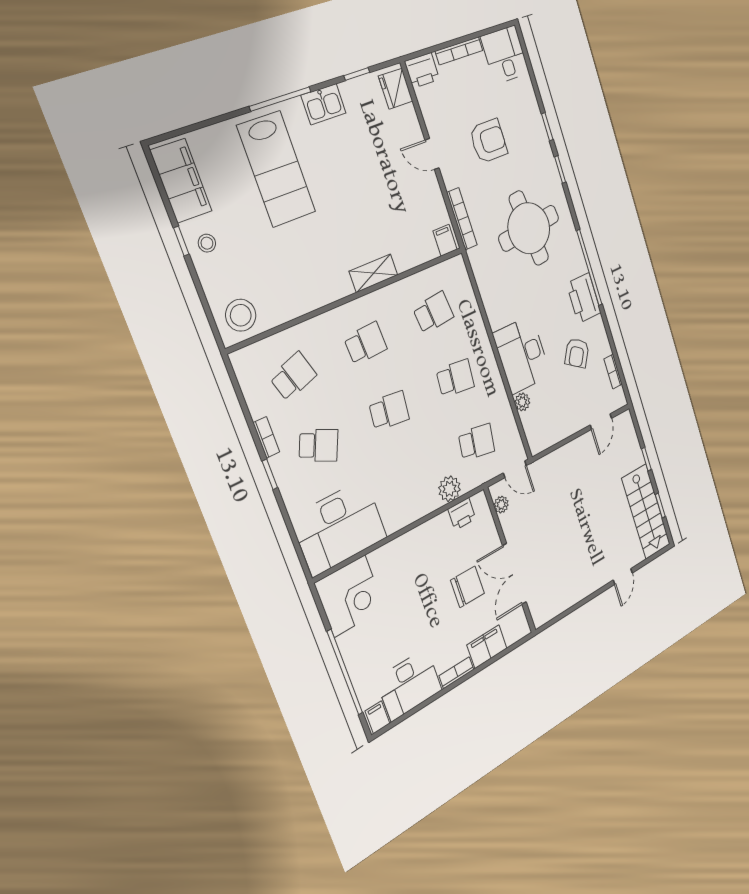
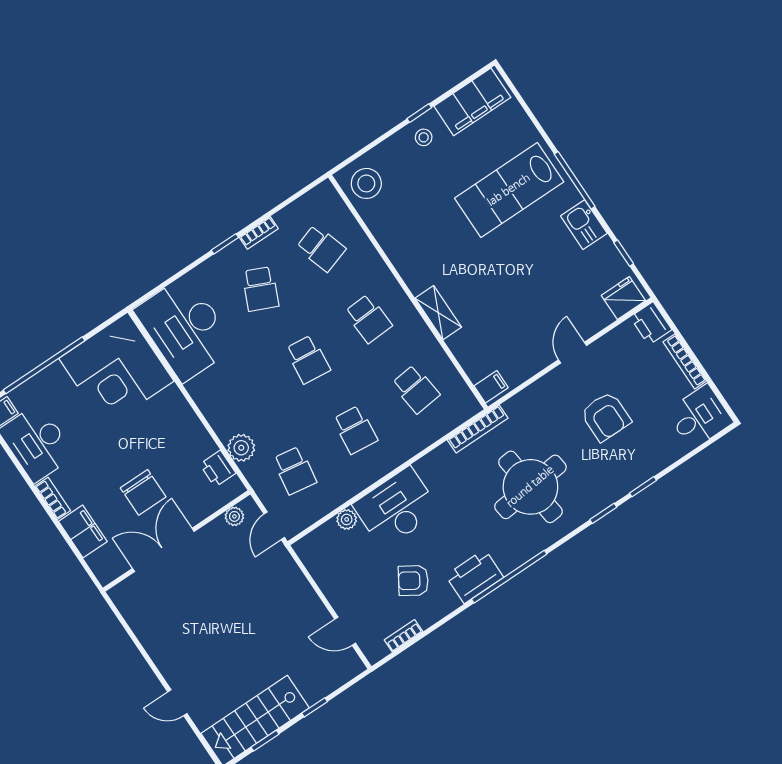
bookcase: (462, 219) -> (478, 429), moved
corner desk: (350, 596) -> (116, 370), width x1.36, depth x1.36

